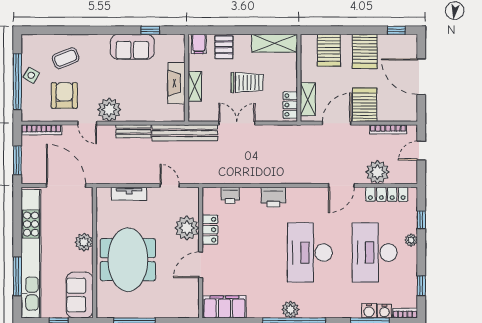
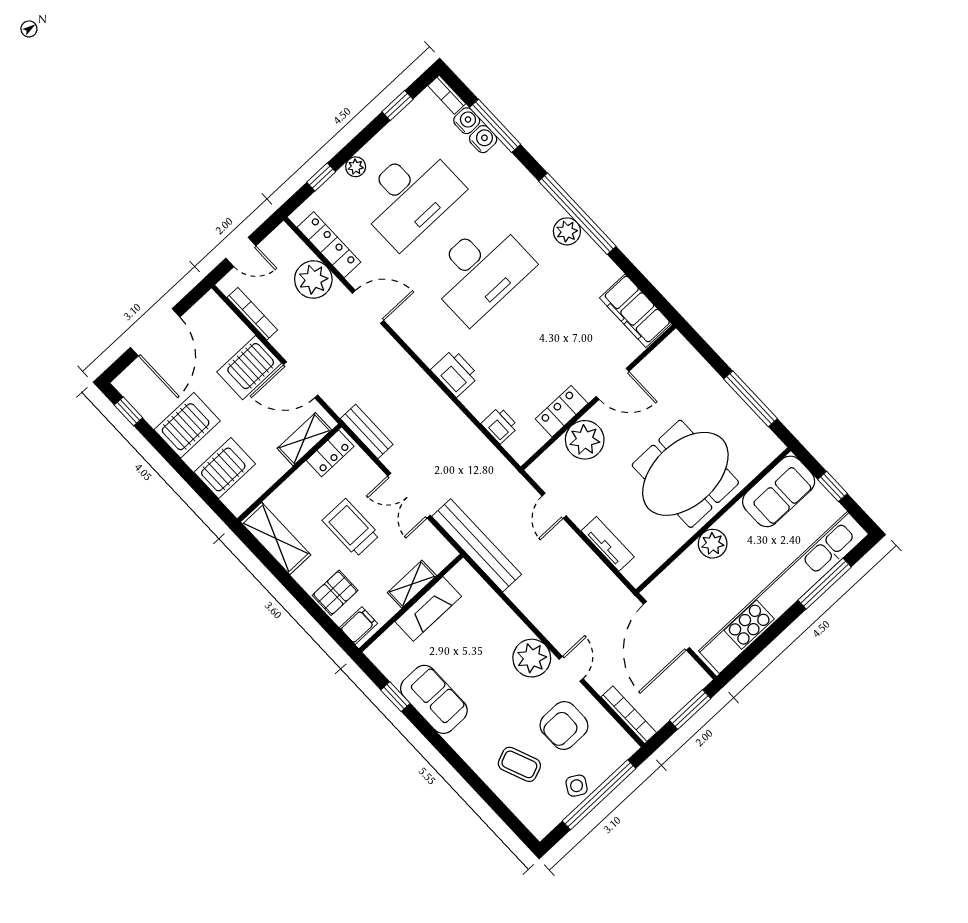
bench: (133, 131) -> (367, 431), moved

